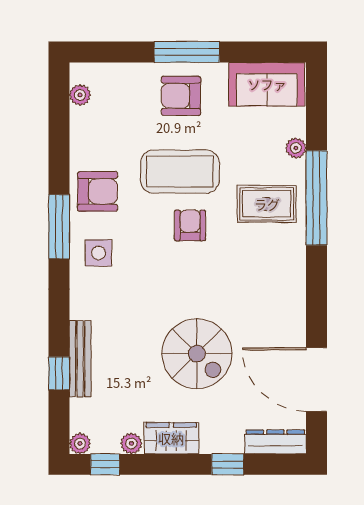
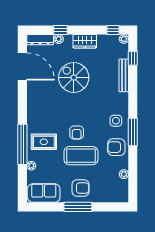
plant: (80, 95) -> (124, 174), moved
window: (59, 373) -> (133, 58), moved
plant: (131, 443) -> (59, 39), moved

